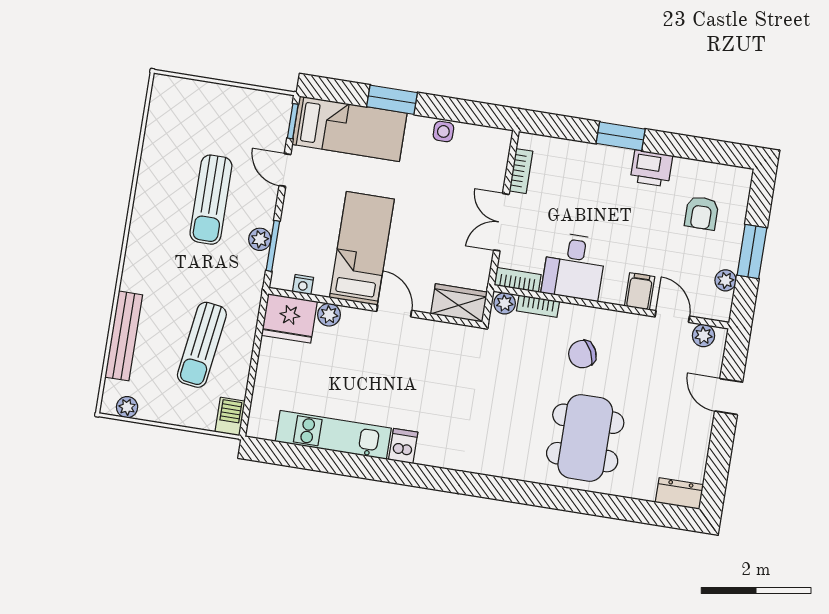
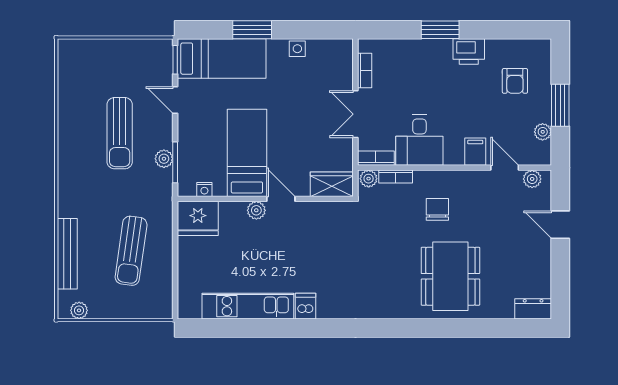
plant: (329, 315) -> (256, 210), moved
chair: (582, 354) -> (437, 209), turned 116
barbecue: (230, 417) -> (163, 305), removed

